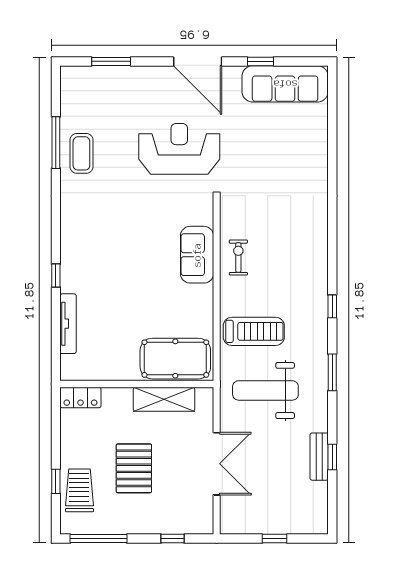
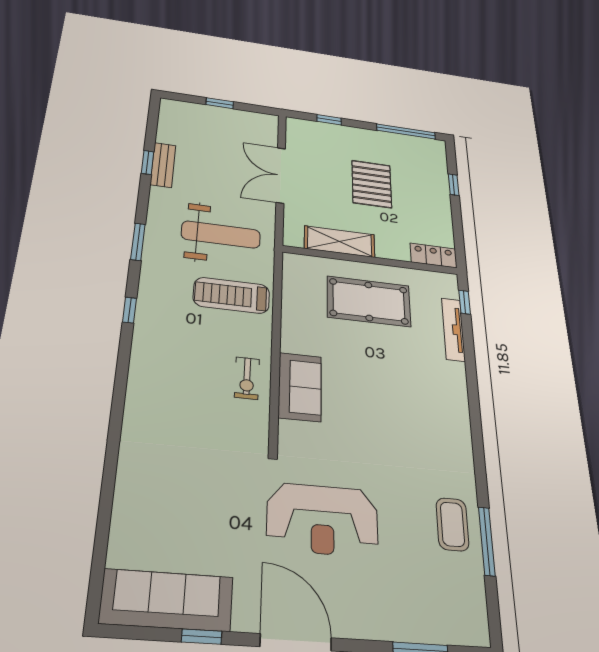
window: (56, 276) -> (465, 302), moved
pool table: (175, 359) -> (369, 301), moved
trolley: (79, 490) -> (428, 174), removed

